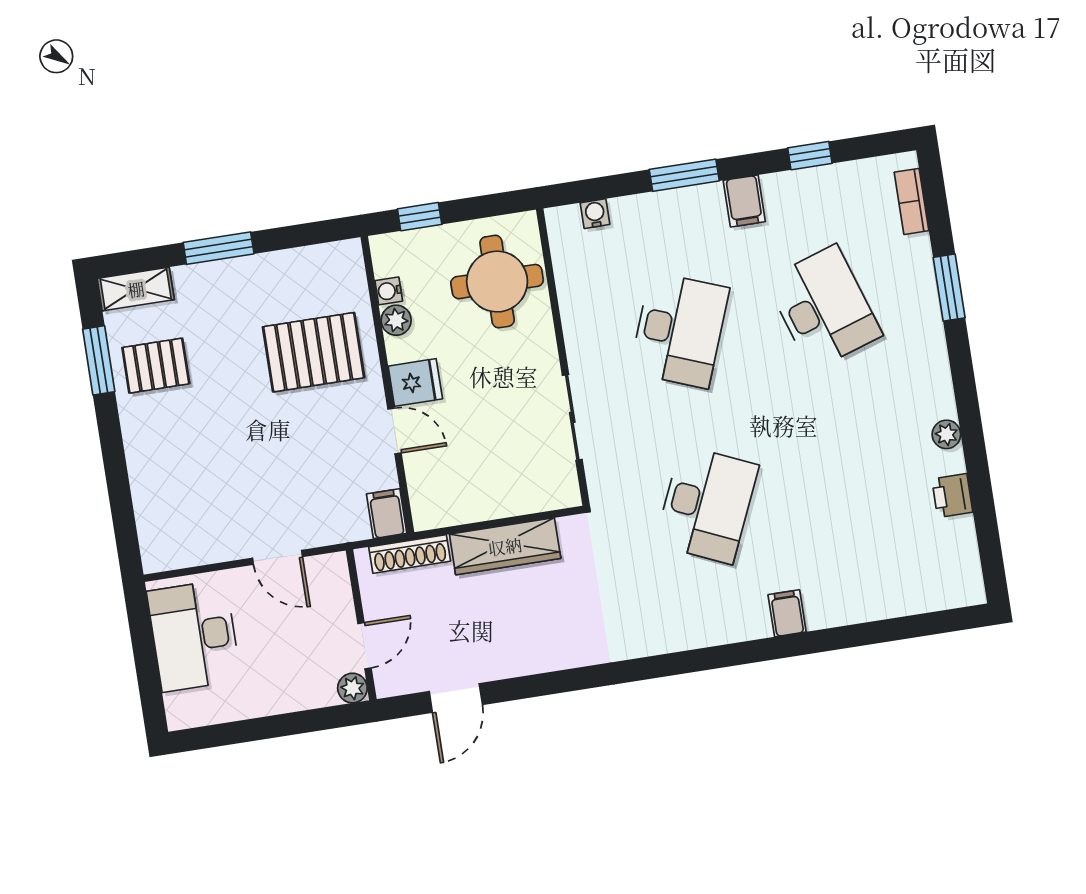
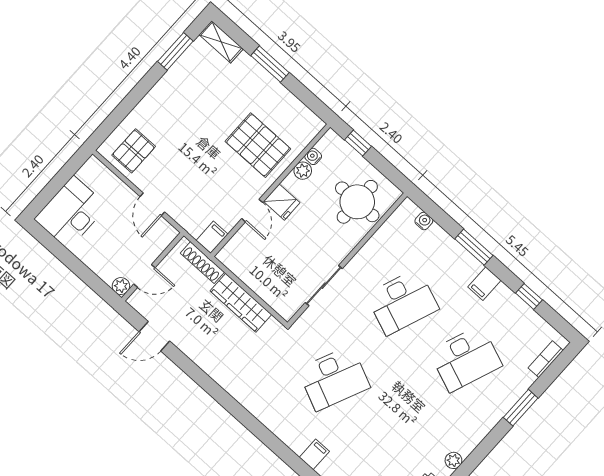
desk: (824, 308) -> (466, 359), turned 39
pallet: (156, 366) -> (134, 151), moved, turned 90
desk: (194, 636) -> (71, 213), moved

